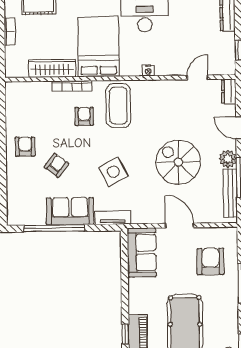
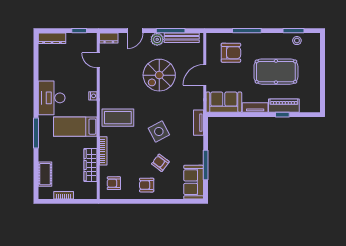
bed: (98, 47) -> (75, 127), width x0.67
armchair: (84, 116) -> (114, 183), moved
side table: (113, 172) -> (159, 131), moved
sofa: (70, 211) -> (194, 182), moved
window: (54, 228) -> (206, 165), width x0.68
armchair: (211, 261) -> (231, 53), turned 180
tv unit: (135, 296) -> (255, 108), added

